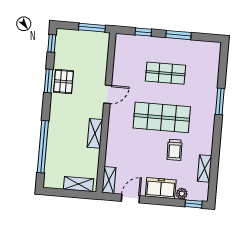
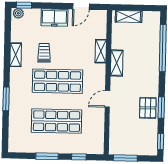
shop shelf: (165, 73) -> (57, 121), width x1.43, depth x1.36
shelving: (205, 168) -> (16, 55), moved
shelving: (109, 180) -> (101, 51), moved
plant: (182, 194) -> (18, 13), moved

